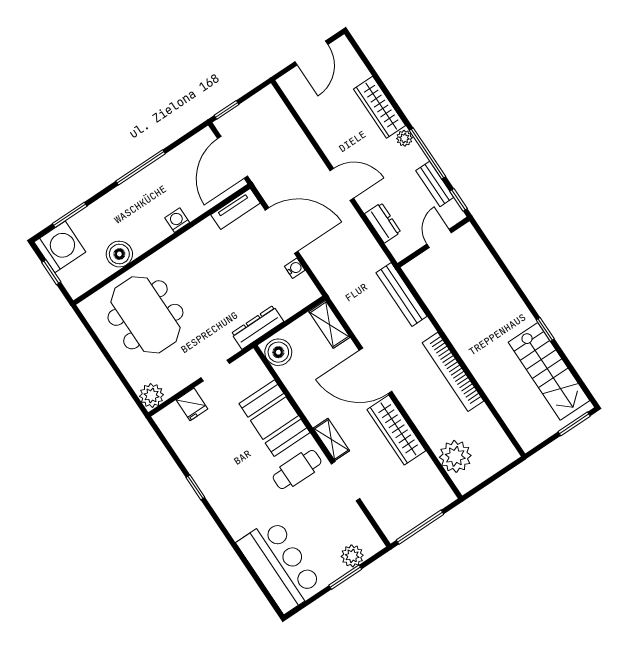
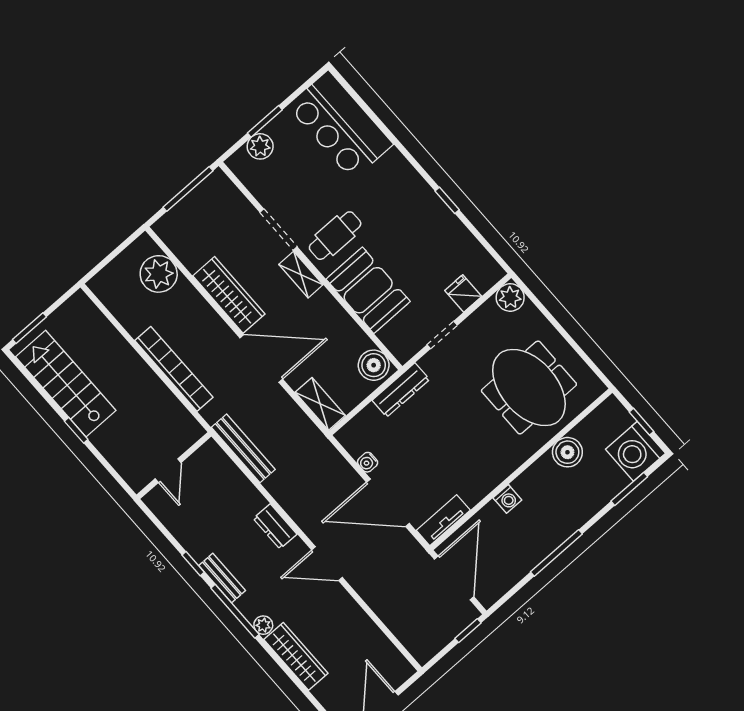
door: (439, 238) -> (168, 471), moved
wall: (434, 242) -> (174, 466), moved

